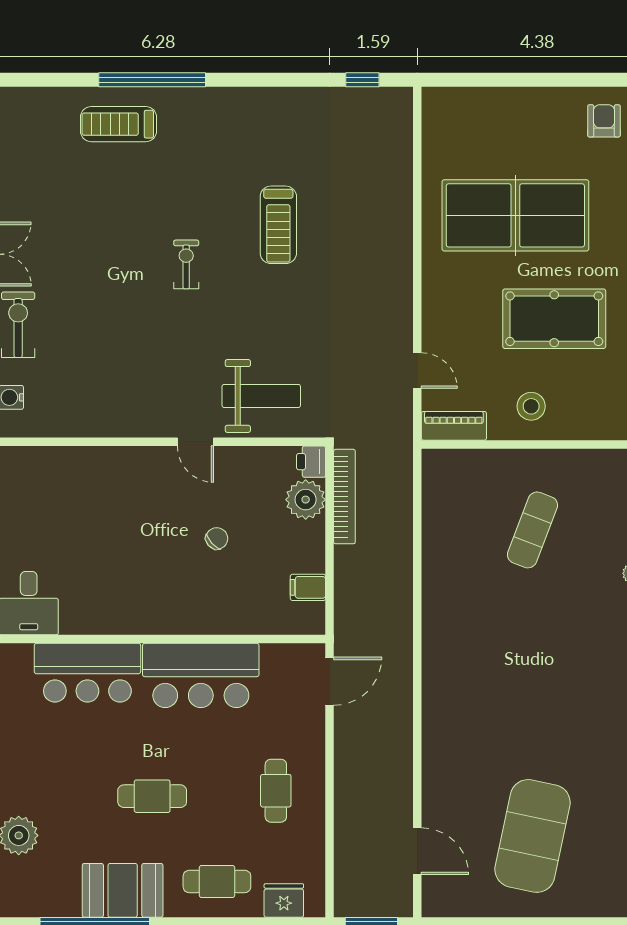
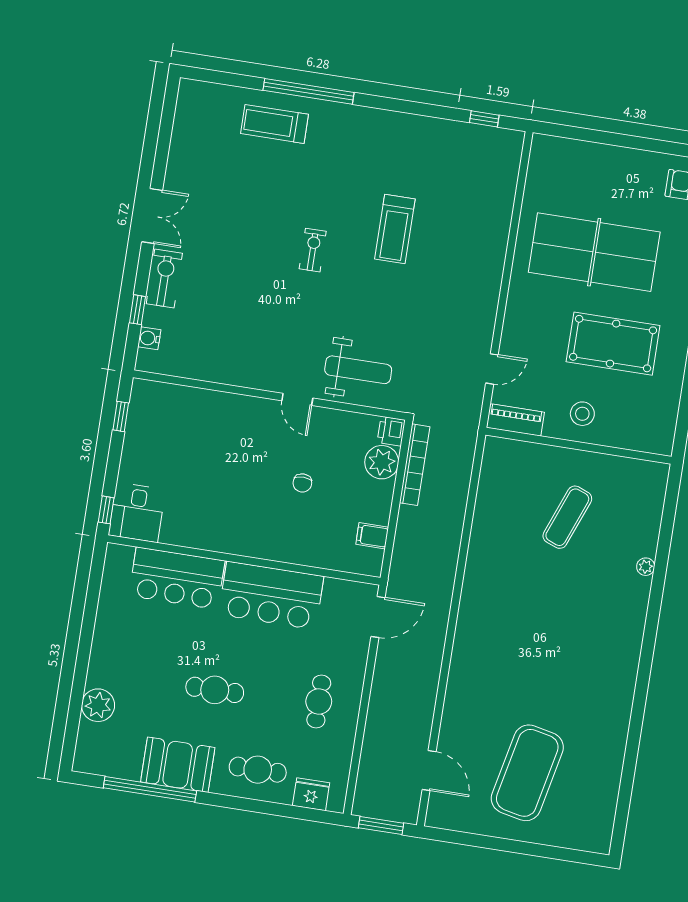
door: (417, 370) -> (492, 369), hinge flipped
chair: (217, 538) -> (302, 483), turned 132

